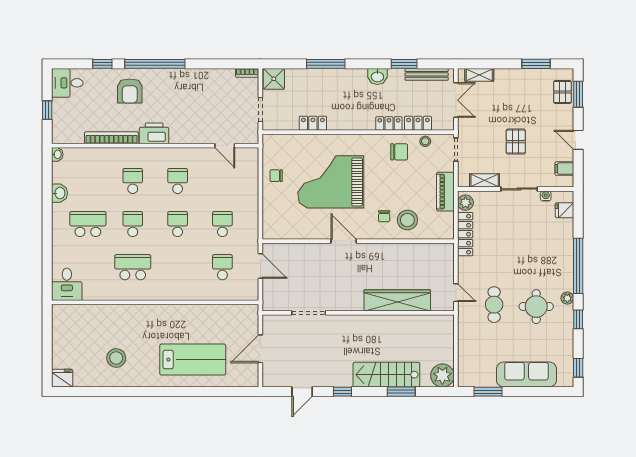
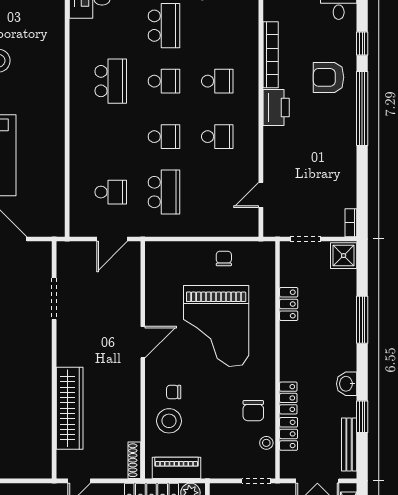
grand piano: (331, 182) -> (216, 326), turned 180
piano: (445, 192) -> (177, 468), moved
school desk: (222, 224) -> (164, 192), width x1.85
shoe rack: (439, 248) -> (134, 460), added

